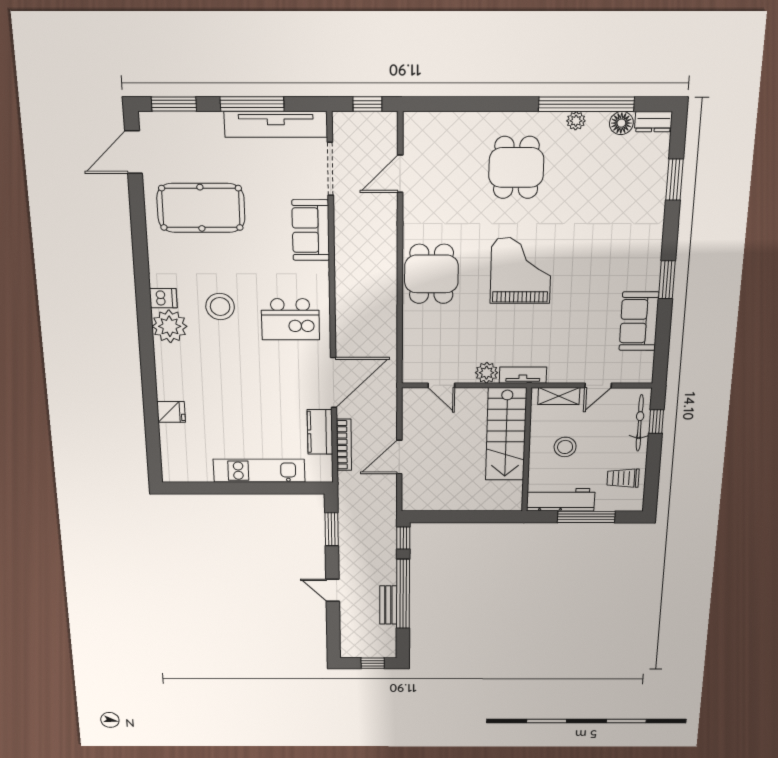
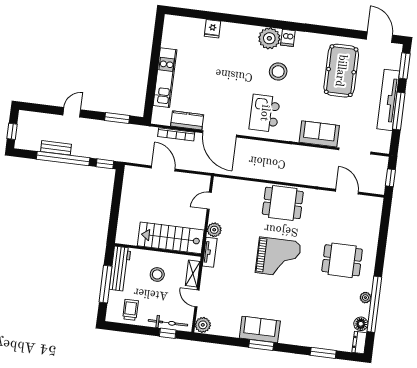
tv unit: (276, 124) -> (388, 100), moved
sofa: (639, 321) -> (260, 329), moved
plant: (640, 372) -> (203, 325), added

